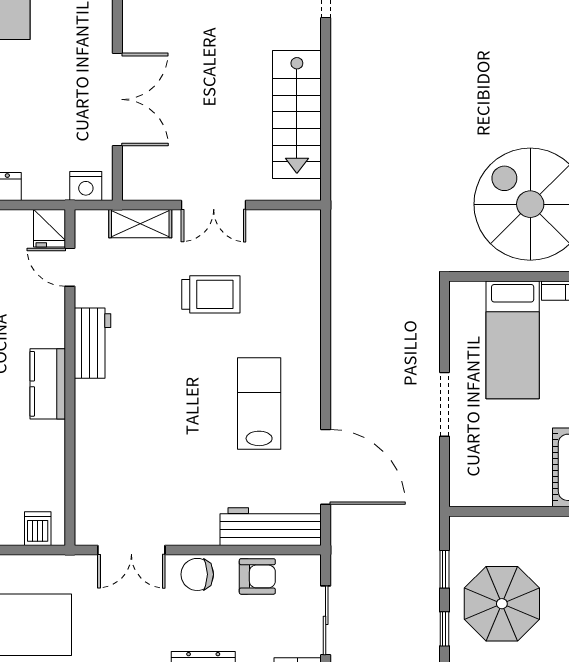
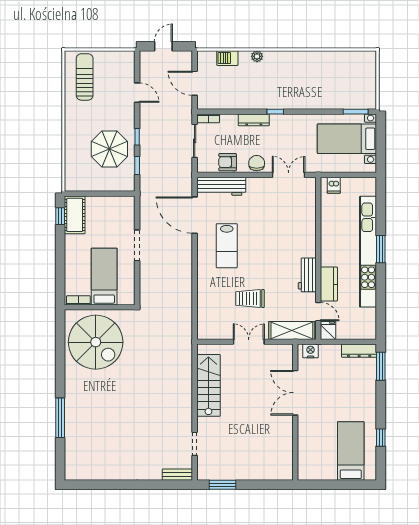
shelving: (140, 224) -> (292, 330), width x1.50, depth x1.33
kitchen counter: (48, 384) -> (329, 284), moved
chair: (197, 574) -> (257, 163), turned -90

